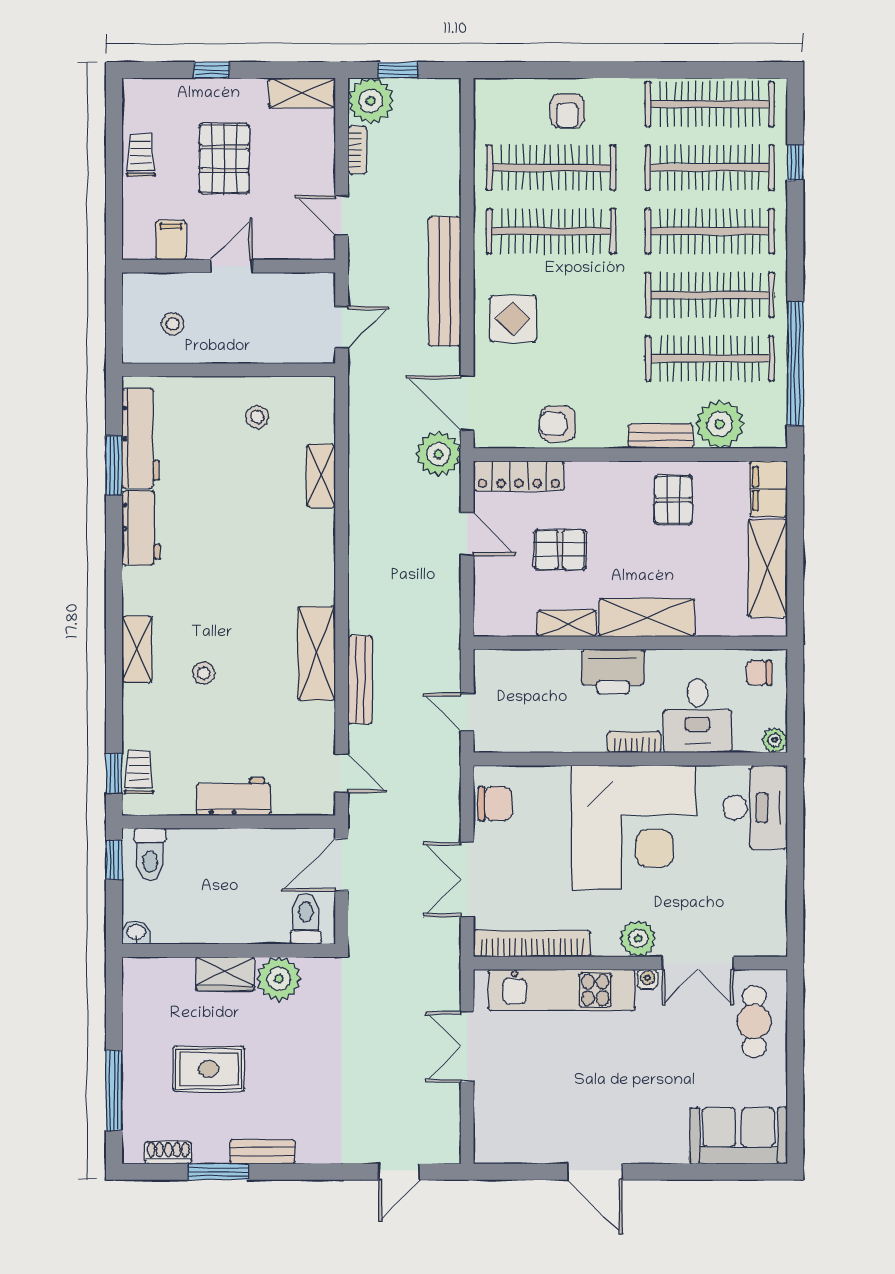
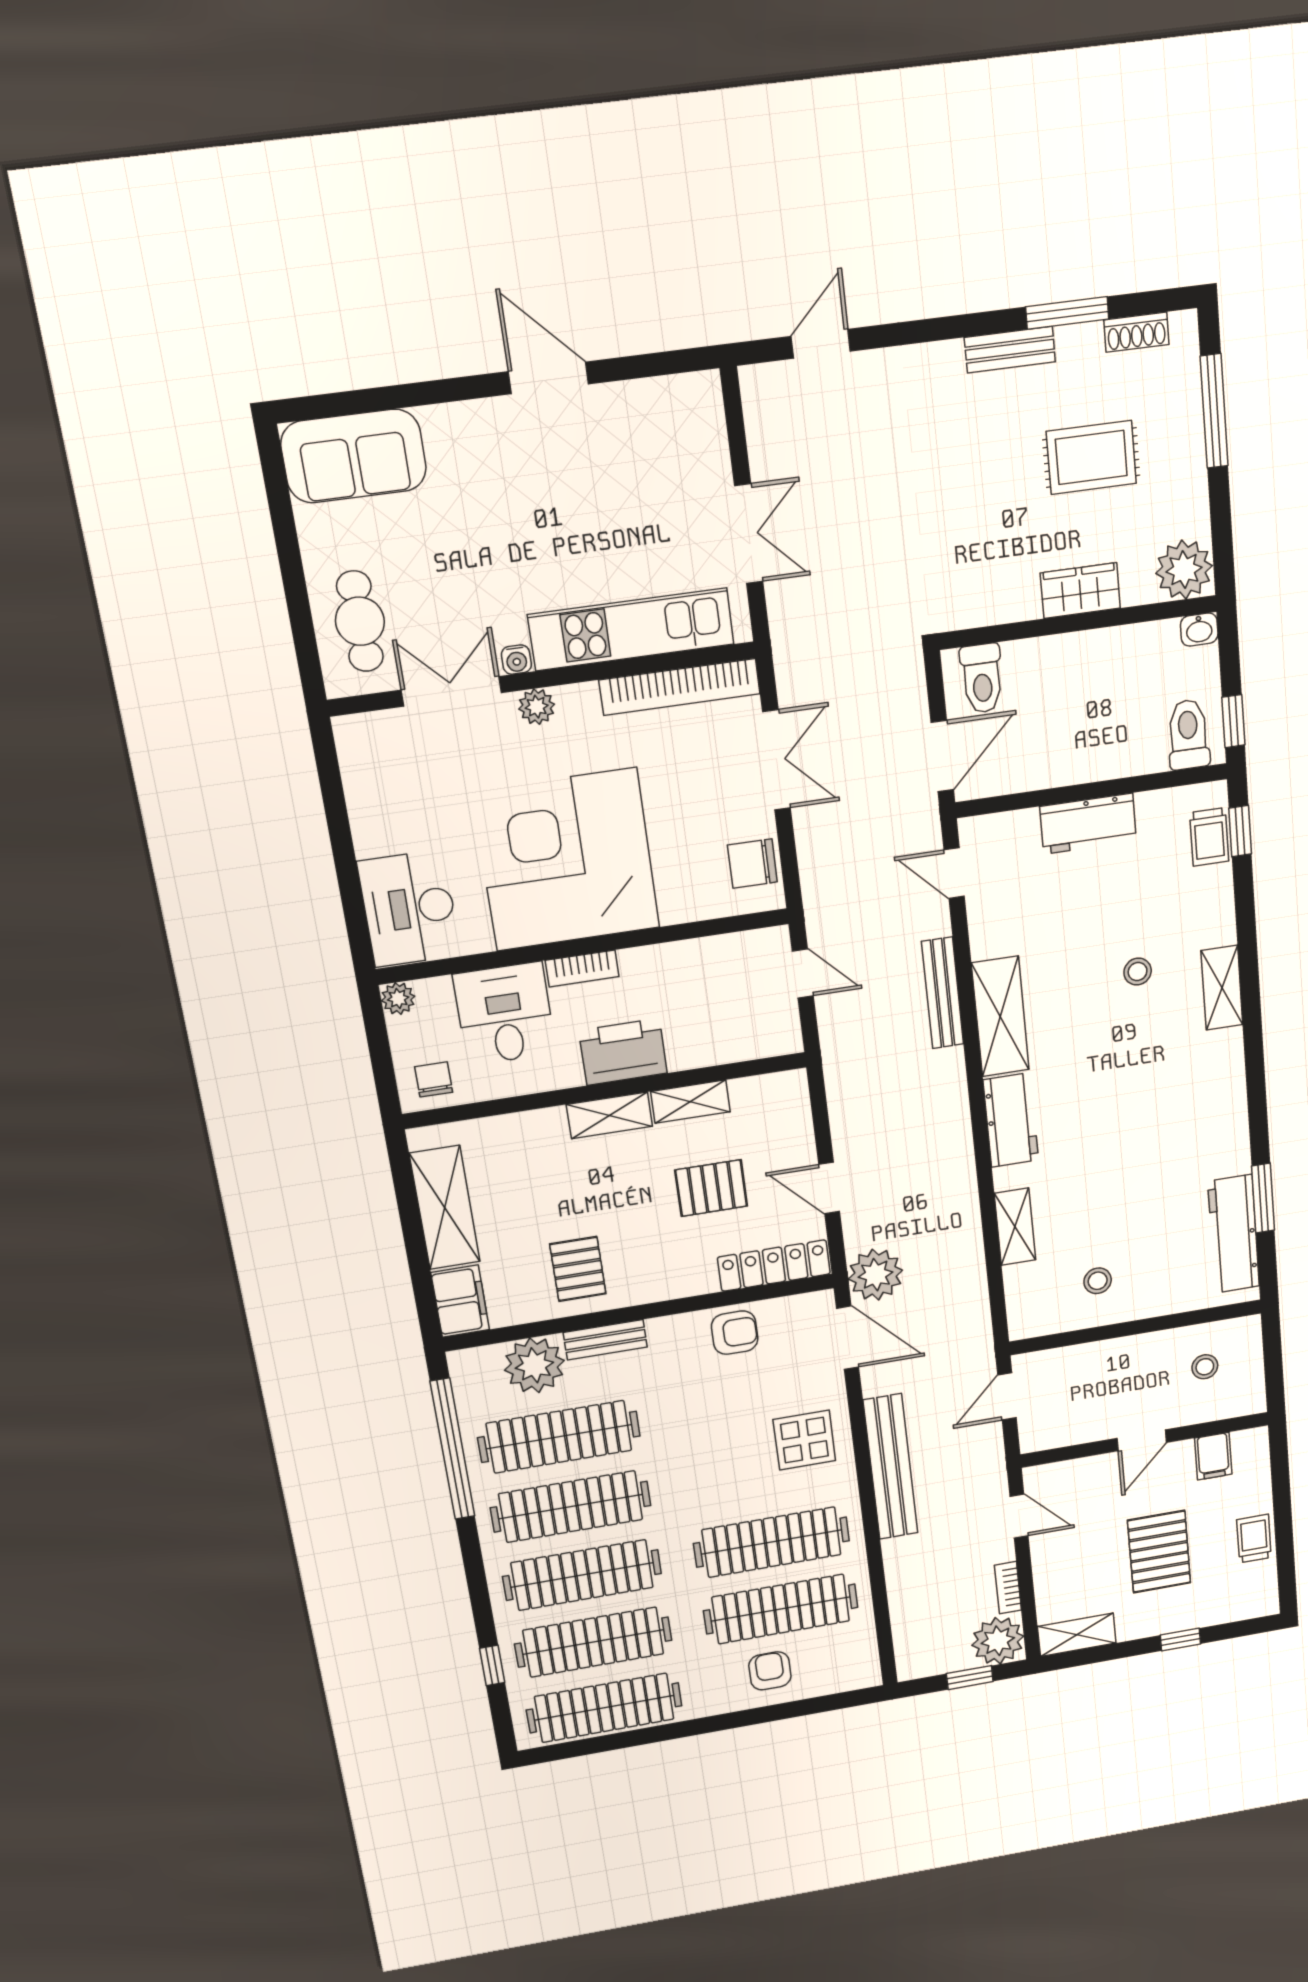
trolley: (141, 155) -> (1254, 1539), turned 180
workbench: (141, 528) -> (1011, 1120), moved, turned 180
shelving: (647, 618) -> (609, 1115), width x0.67, depth x0.75
chair: (759, 673) -> (434, 1079), turned -90
plant: (638, 939) -> (537, 707), width x0.73, depth x0.73
plant: (279, 979) -> (1184, 570), moved

